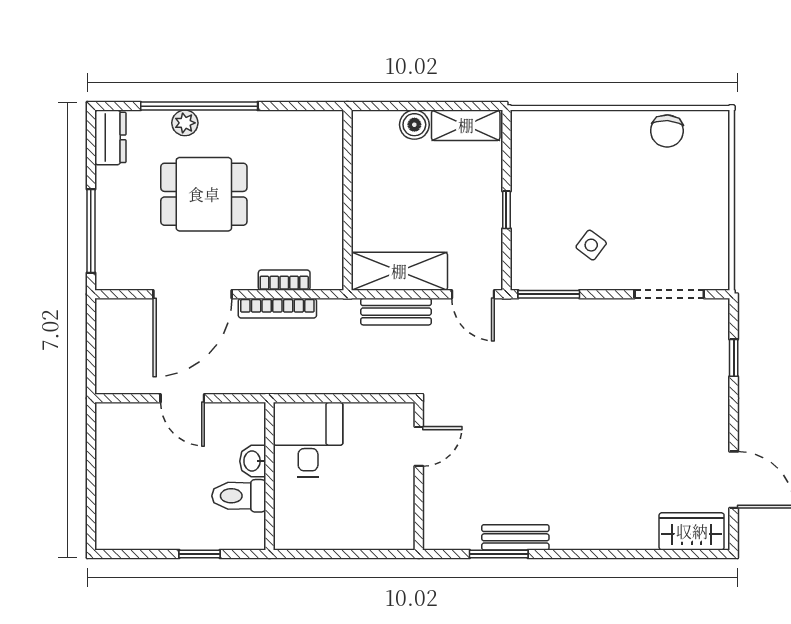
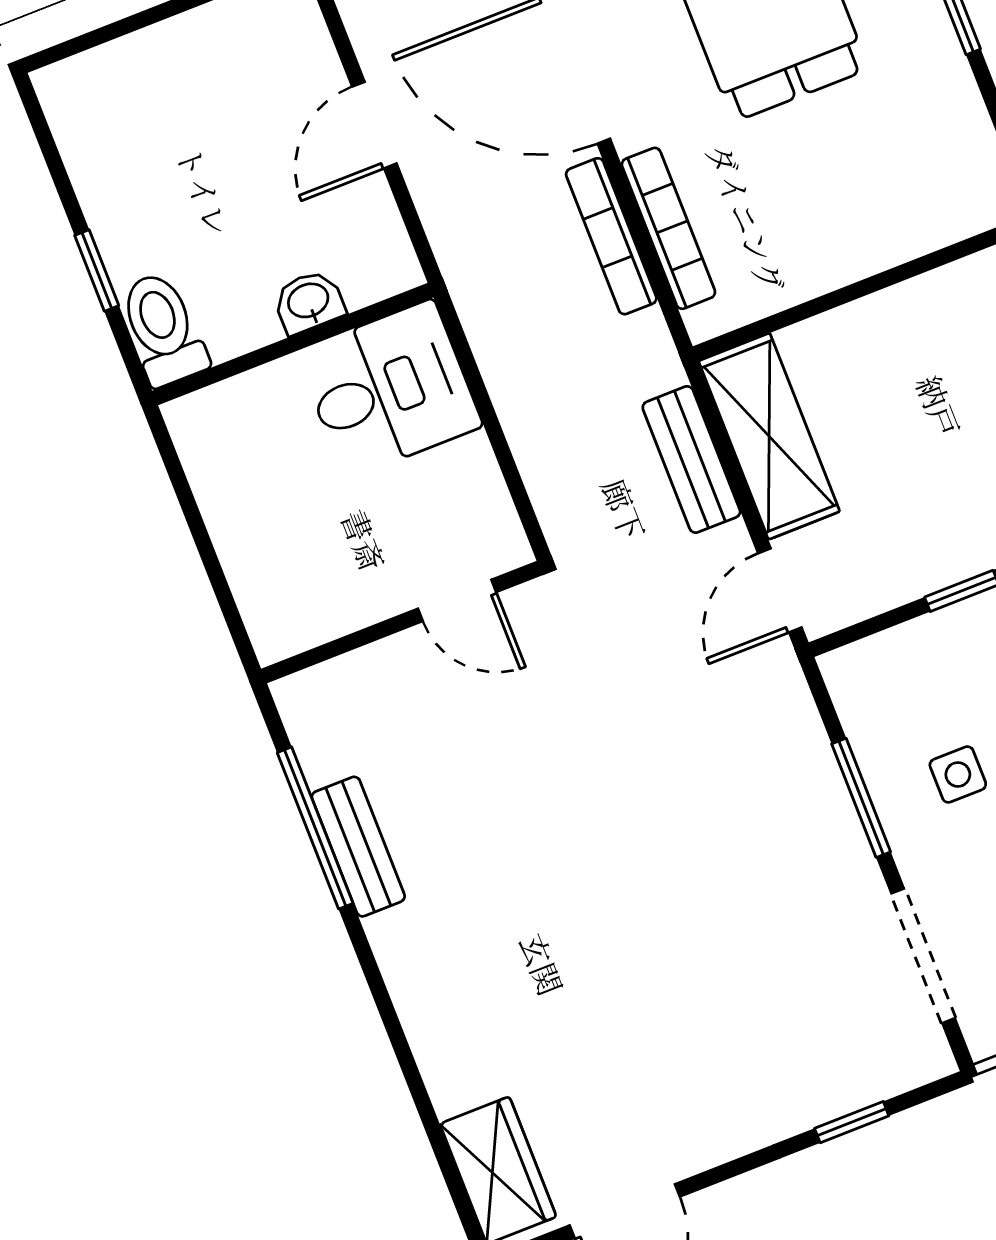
side table: (591, 245) -> (958, 774), turned -37
bookcase: (284, 280) -> (668, 228), width x1.56
window: (549, 294) -> (861, 798), moved
toilet: (239, 496) -> (163, 329), moved
window: (499, 554) -> (315, 828), width x1.44

